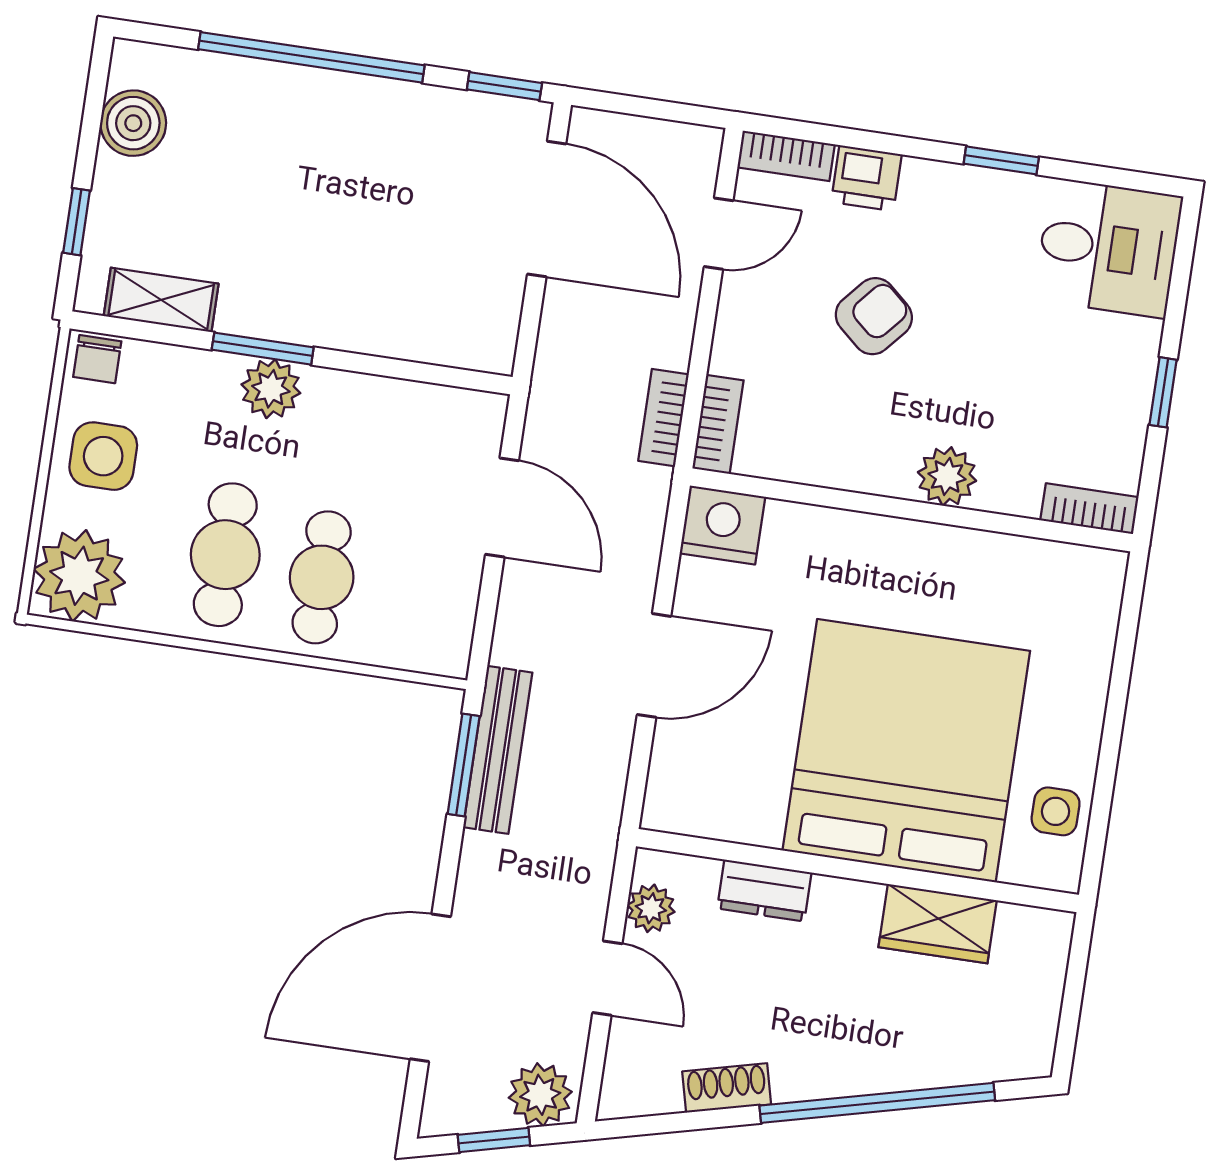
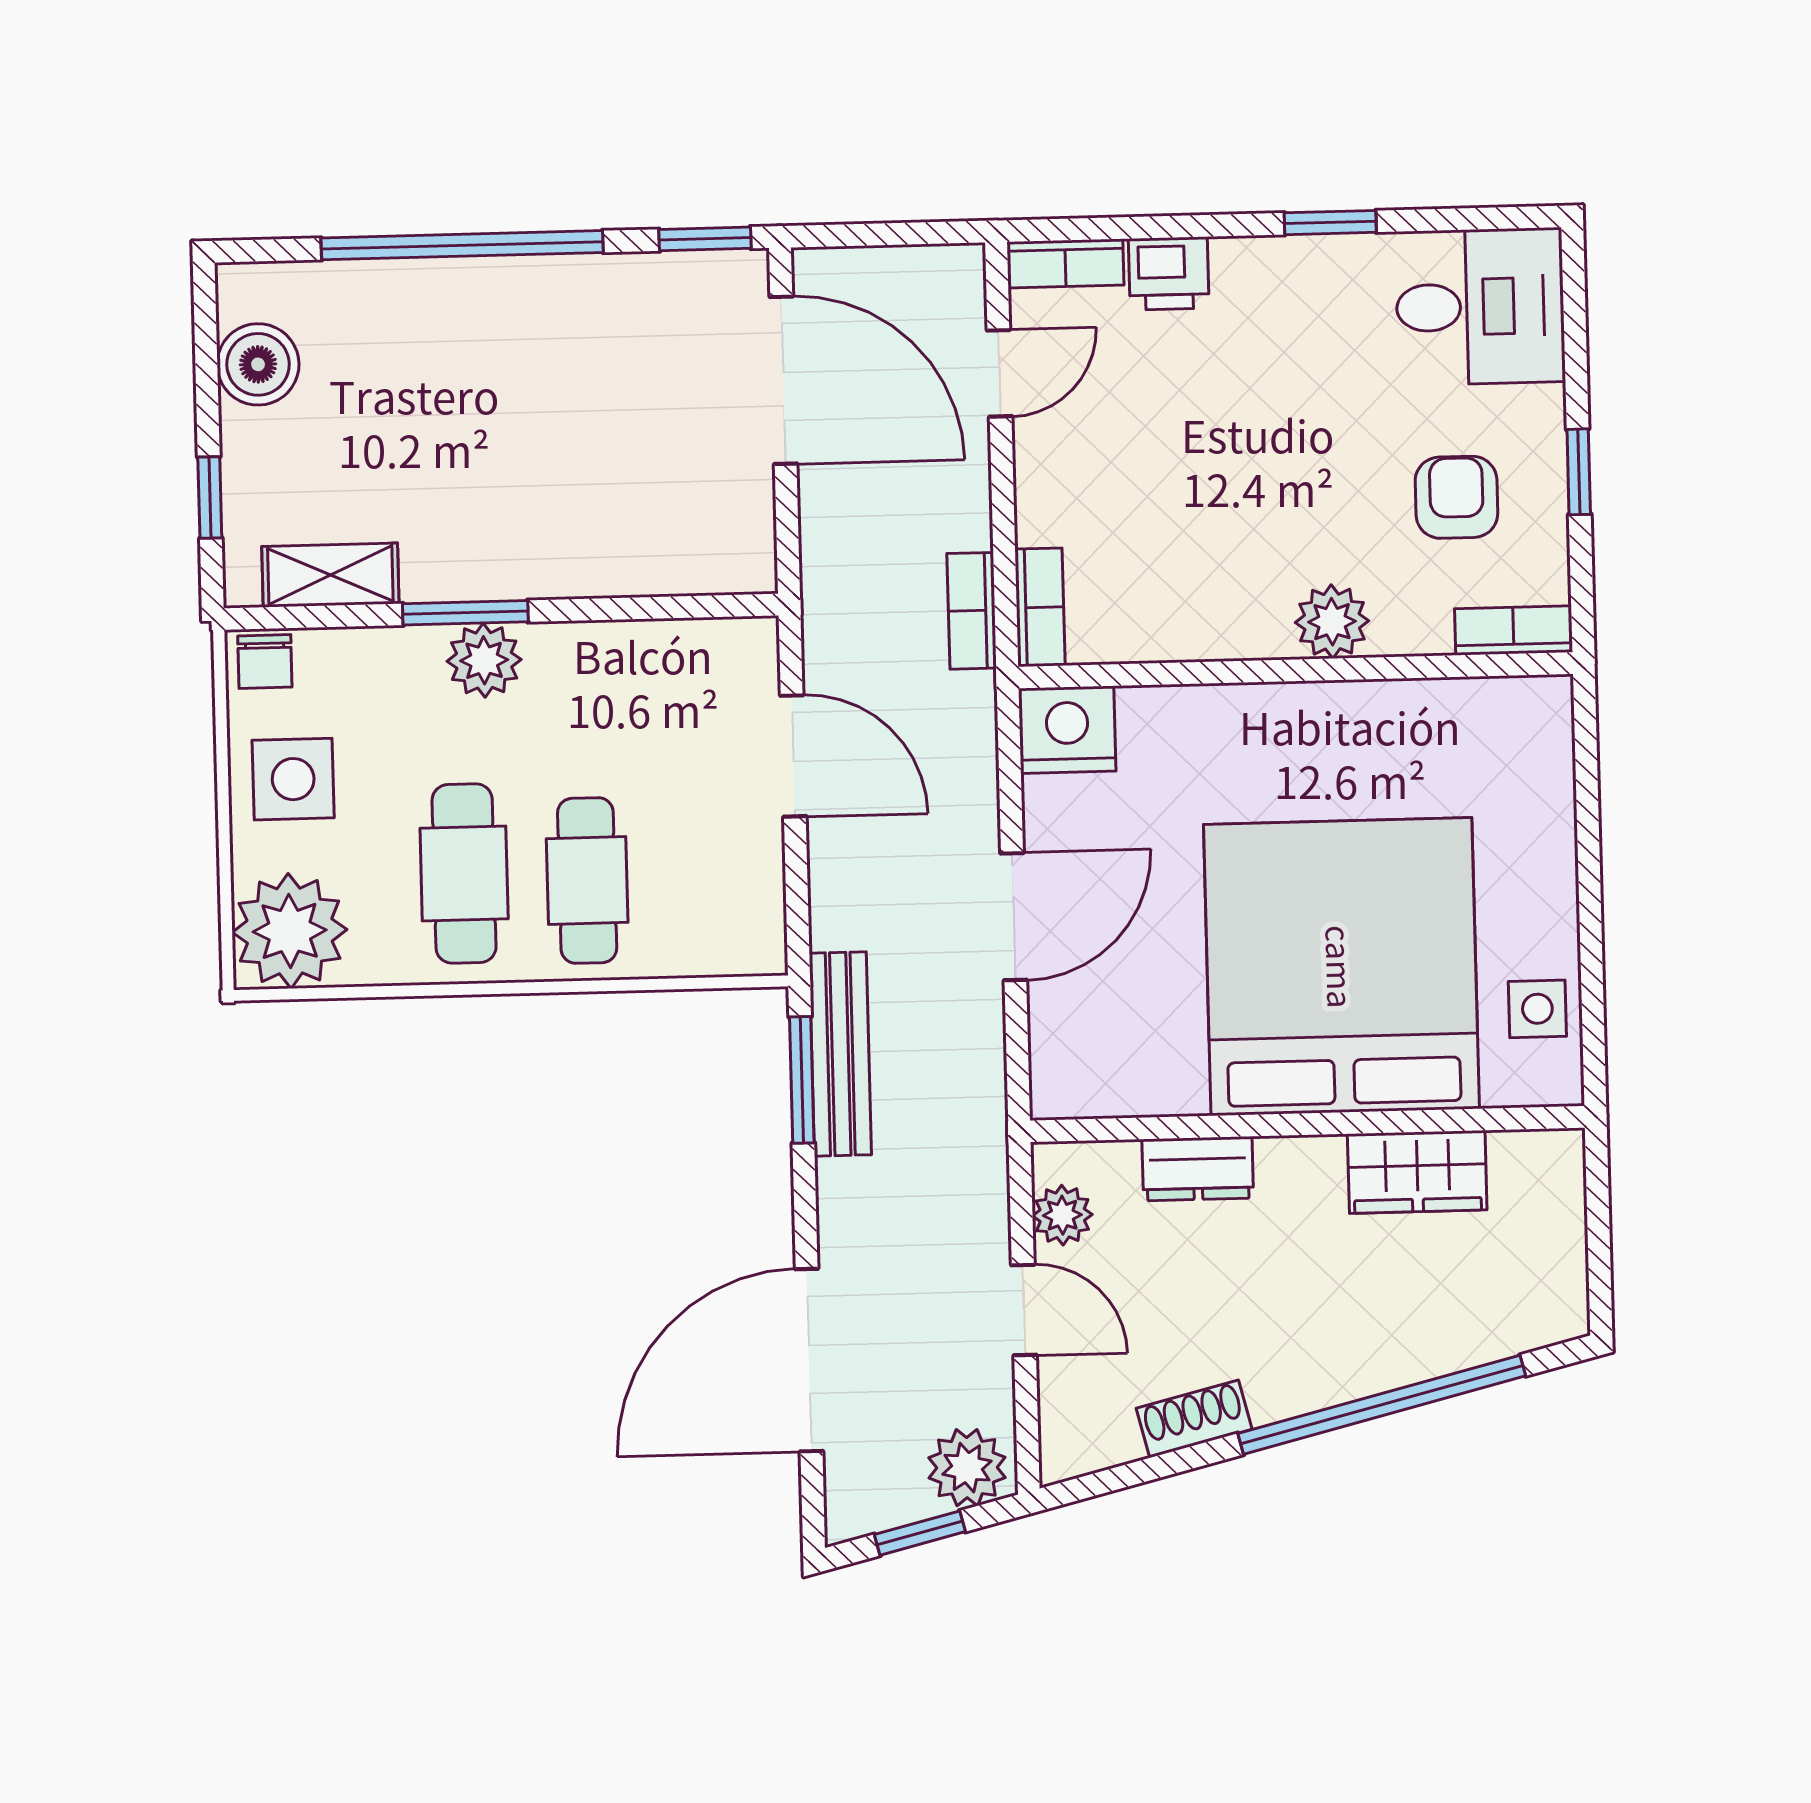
armchair: (874, 316) -> (1456, 497), moved, turned -41

